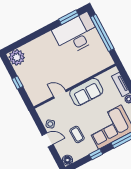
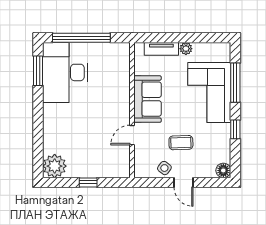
coffee table: (77, 134) -> (181, 143), moved
door: (48, 140) -> (183, 182), swing flipped

